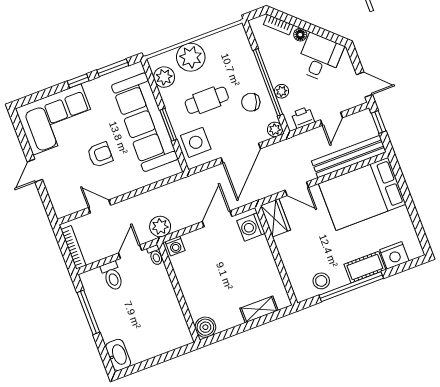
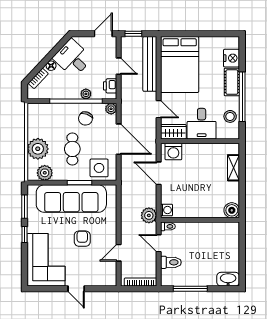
door: (297, 189) -> (159, 109), hinge flipped
desk: (299, 249) -> (202, 124), added

